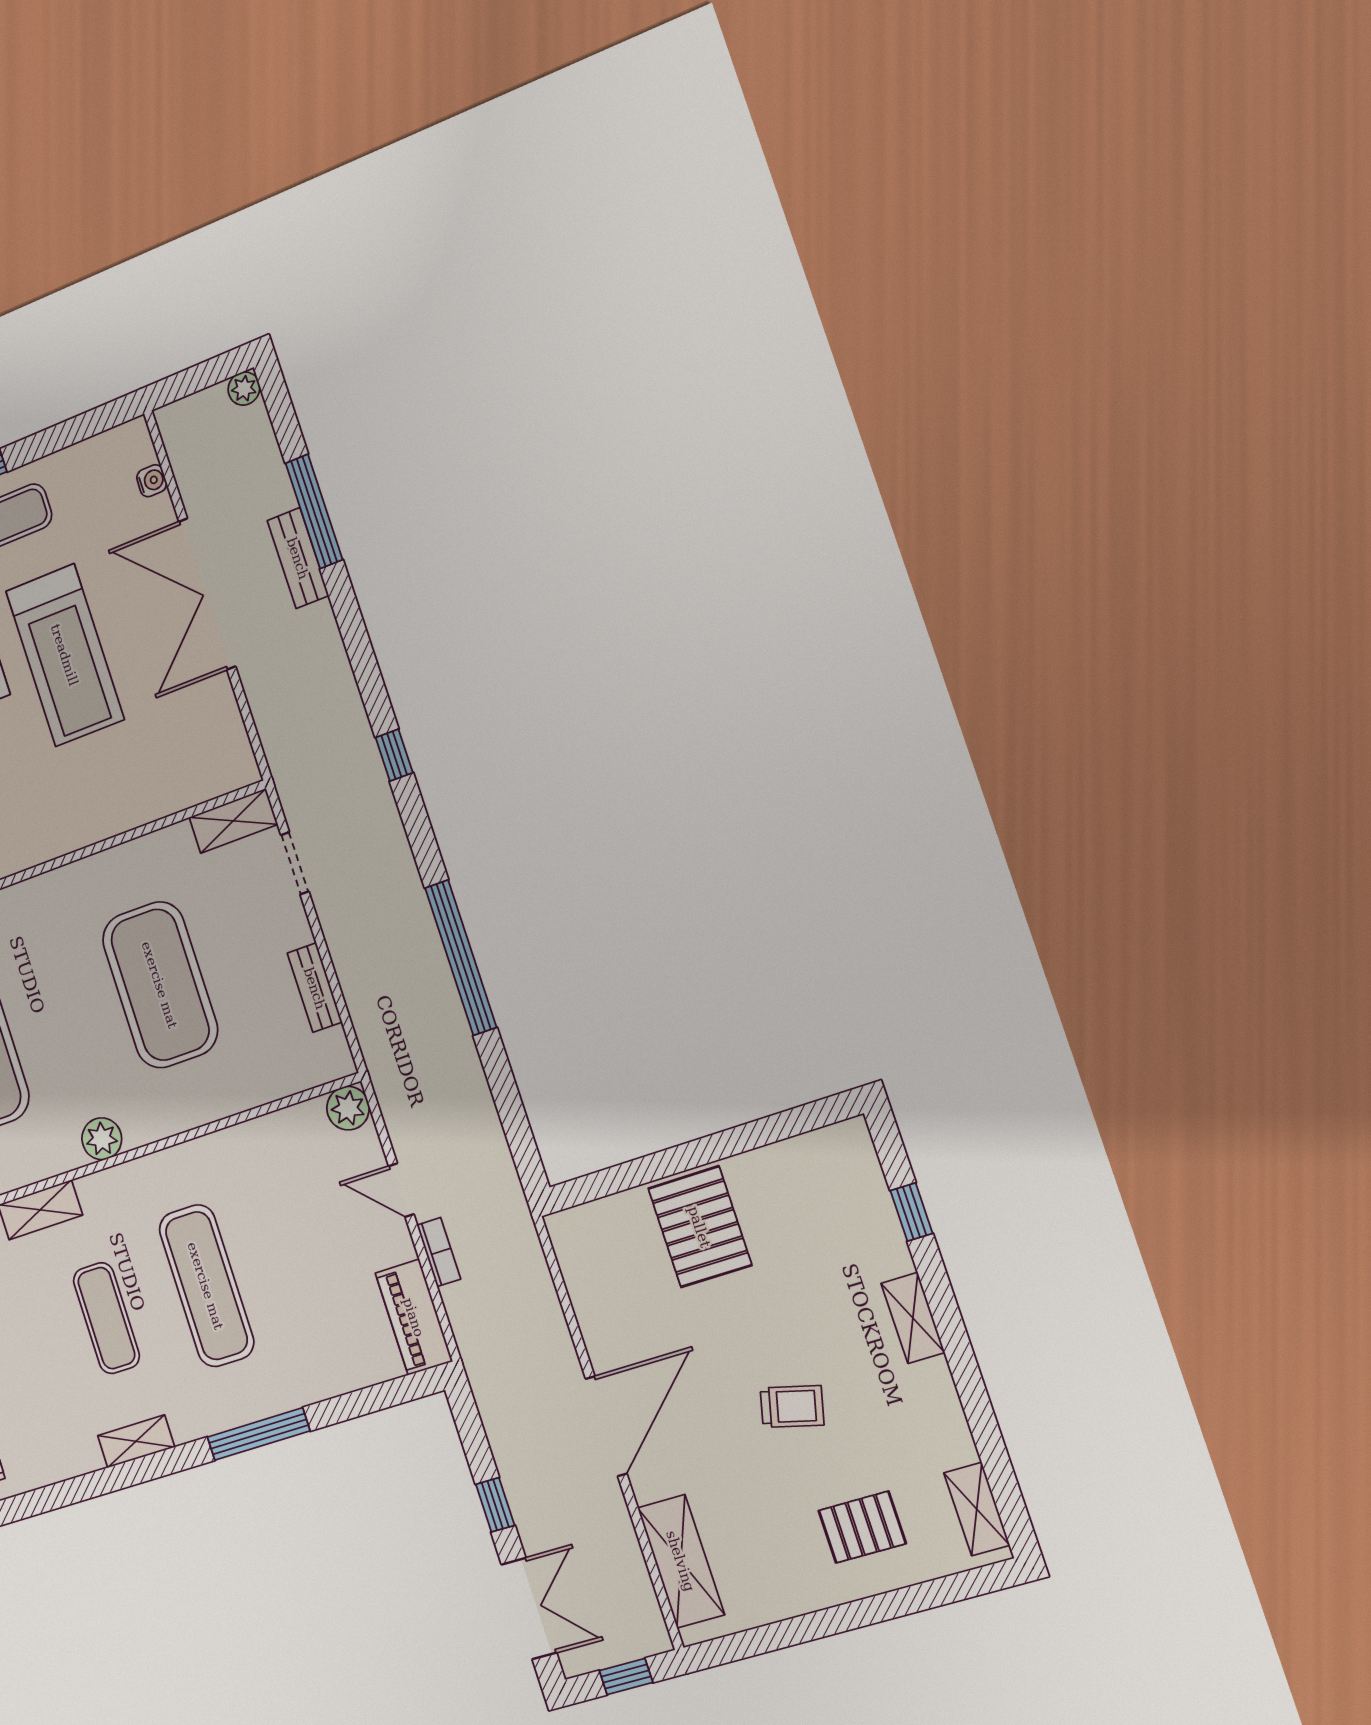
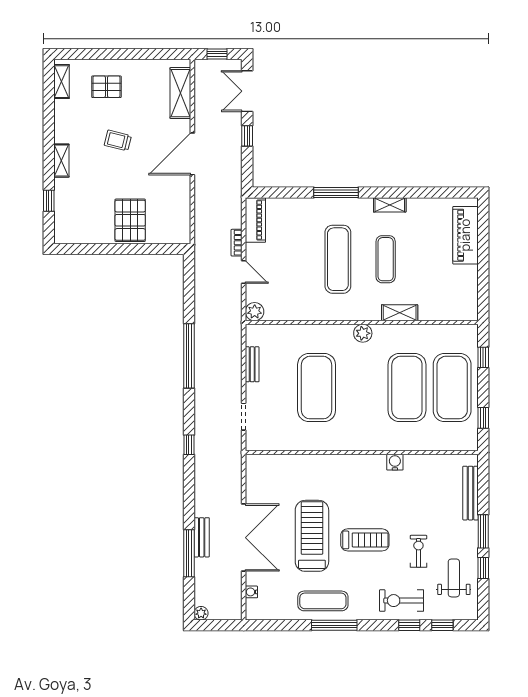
shelving: (233, 821) -> (263, 443), removed

